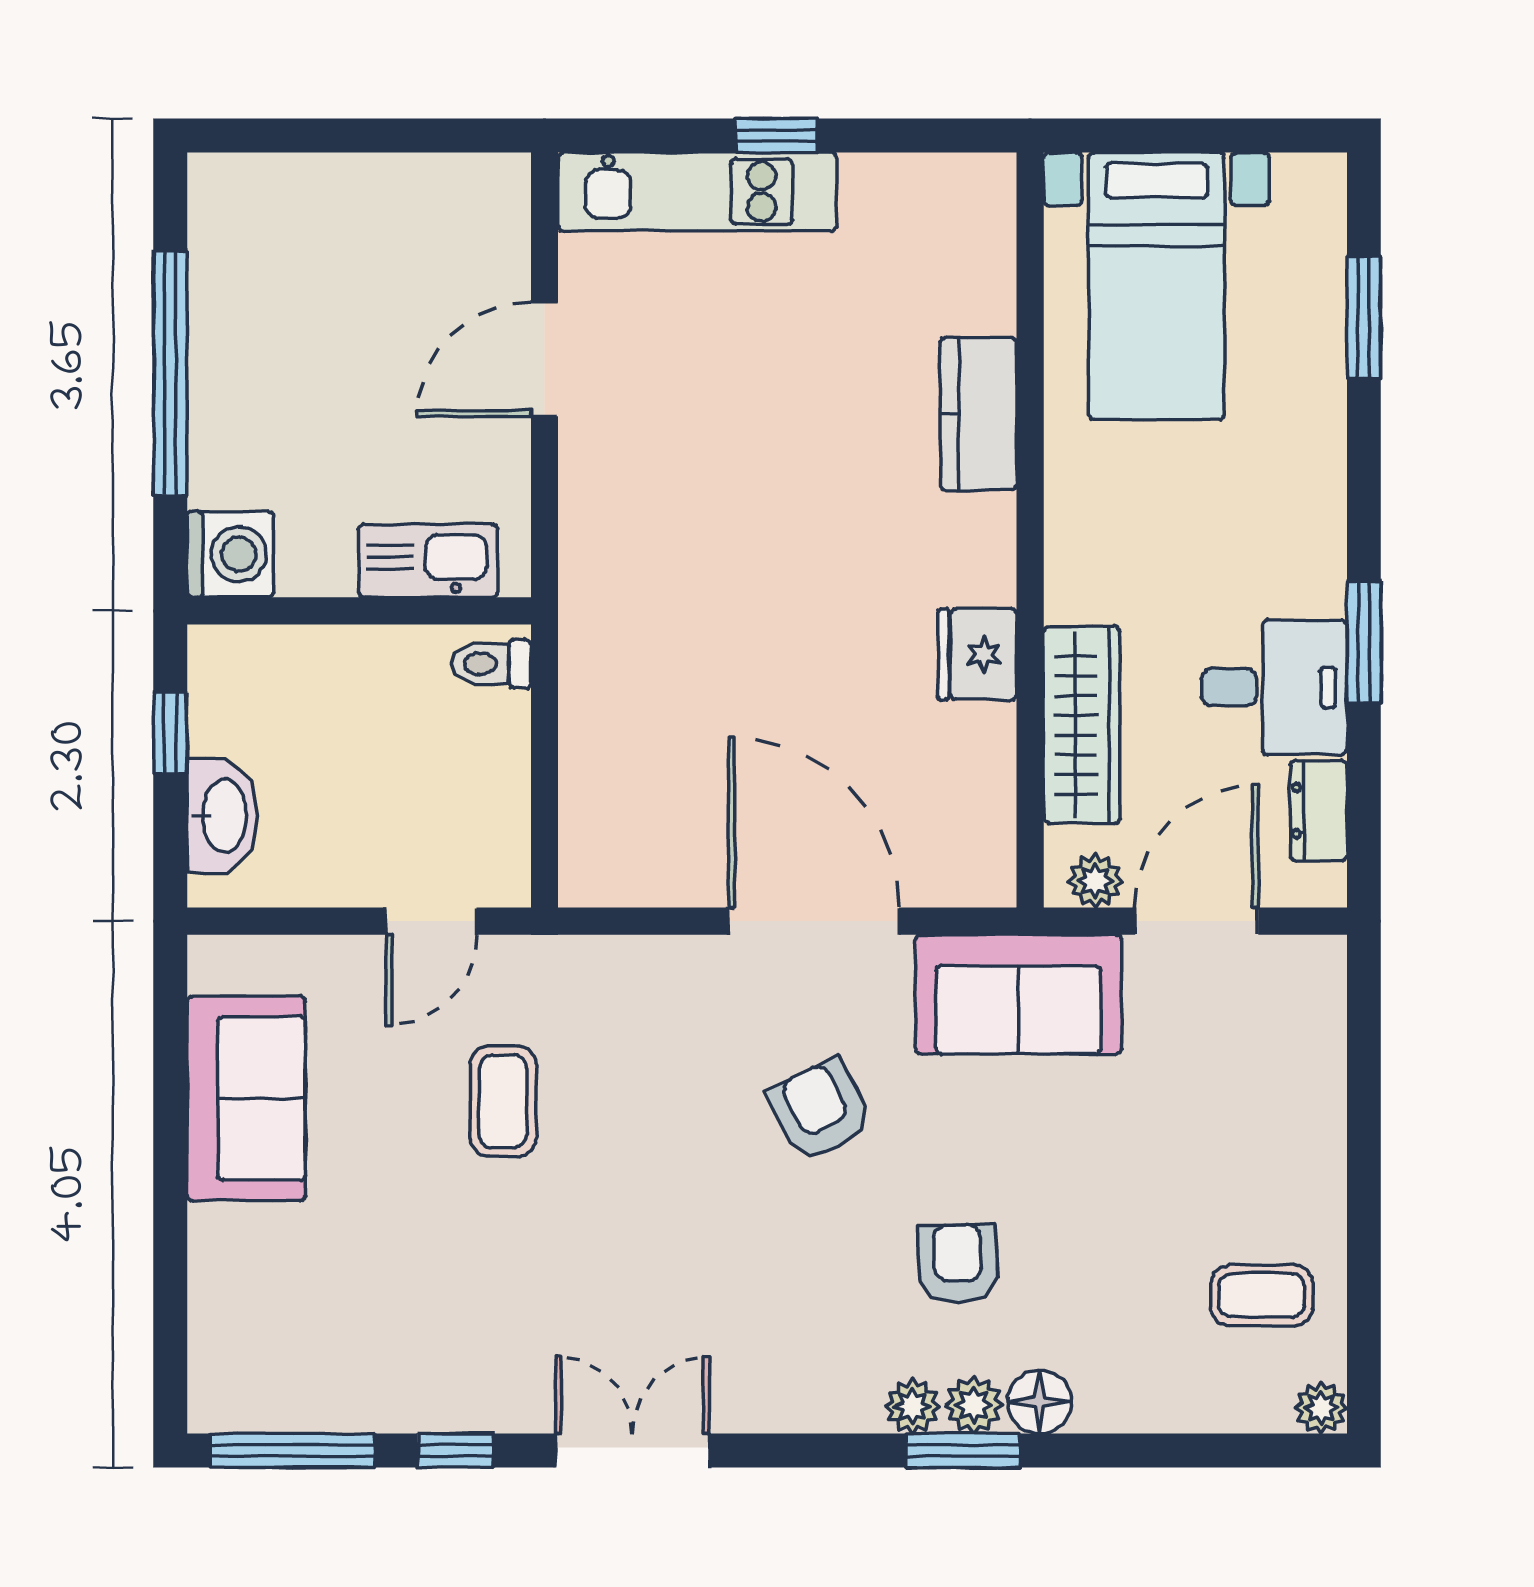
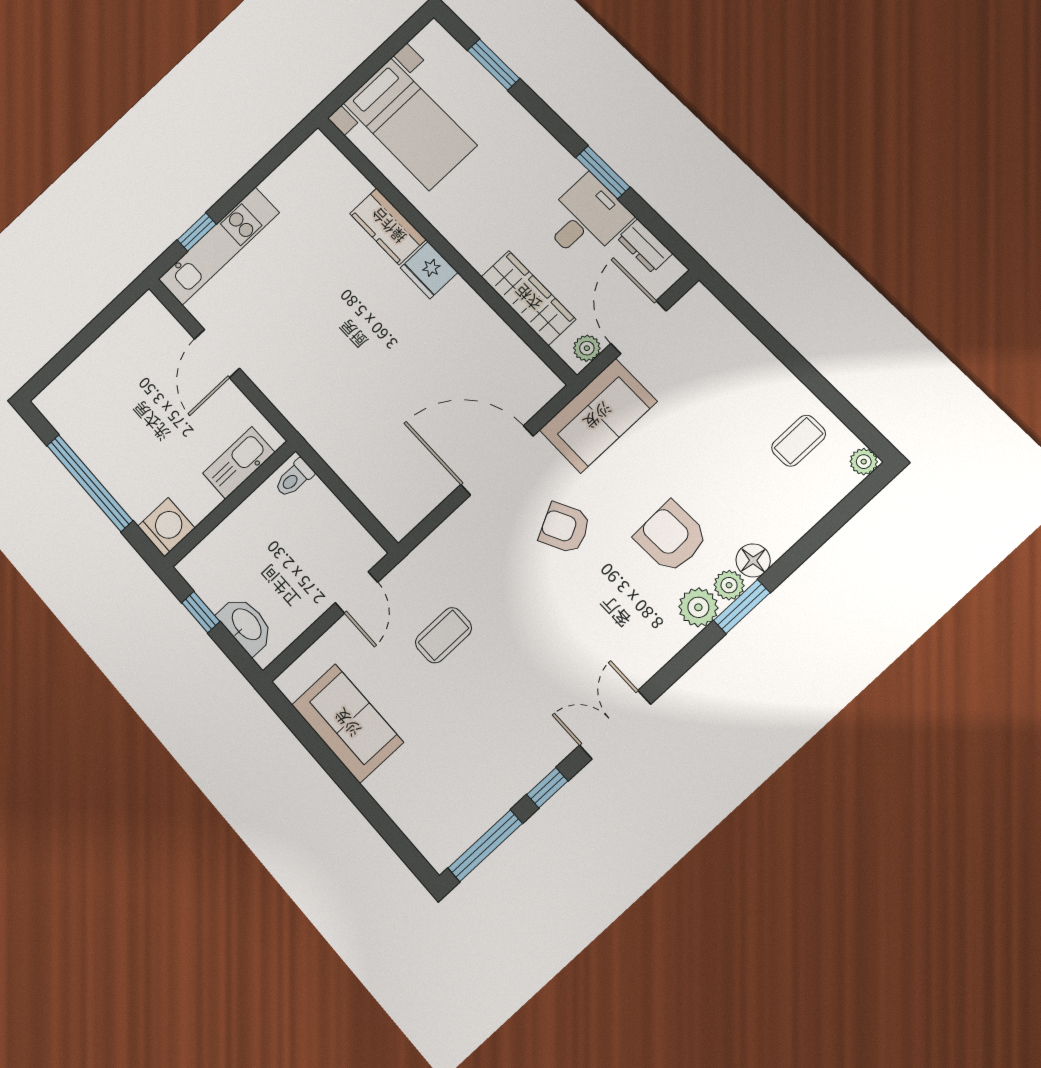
window: (776, 135) -> (197, 232), moved
fridge: (977, 654) -> (429, 270), moved
coffee table: (503, 1101) -> (443, 635), turned 90
armchair: (958, 1264) -> (671, 537), width x1.38, depth x1.38
plant: (912, 1406) -> (698, 607), width x1.38, depth x1.38

